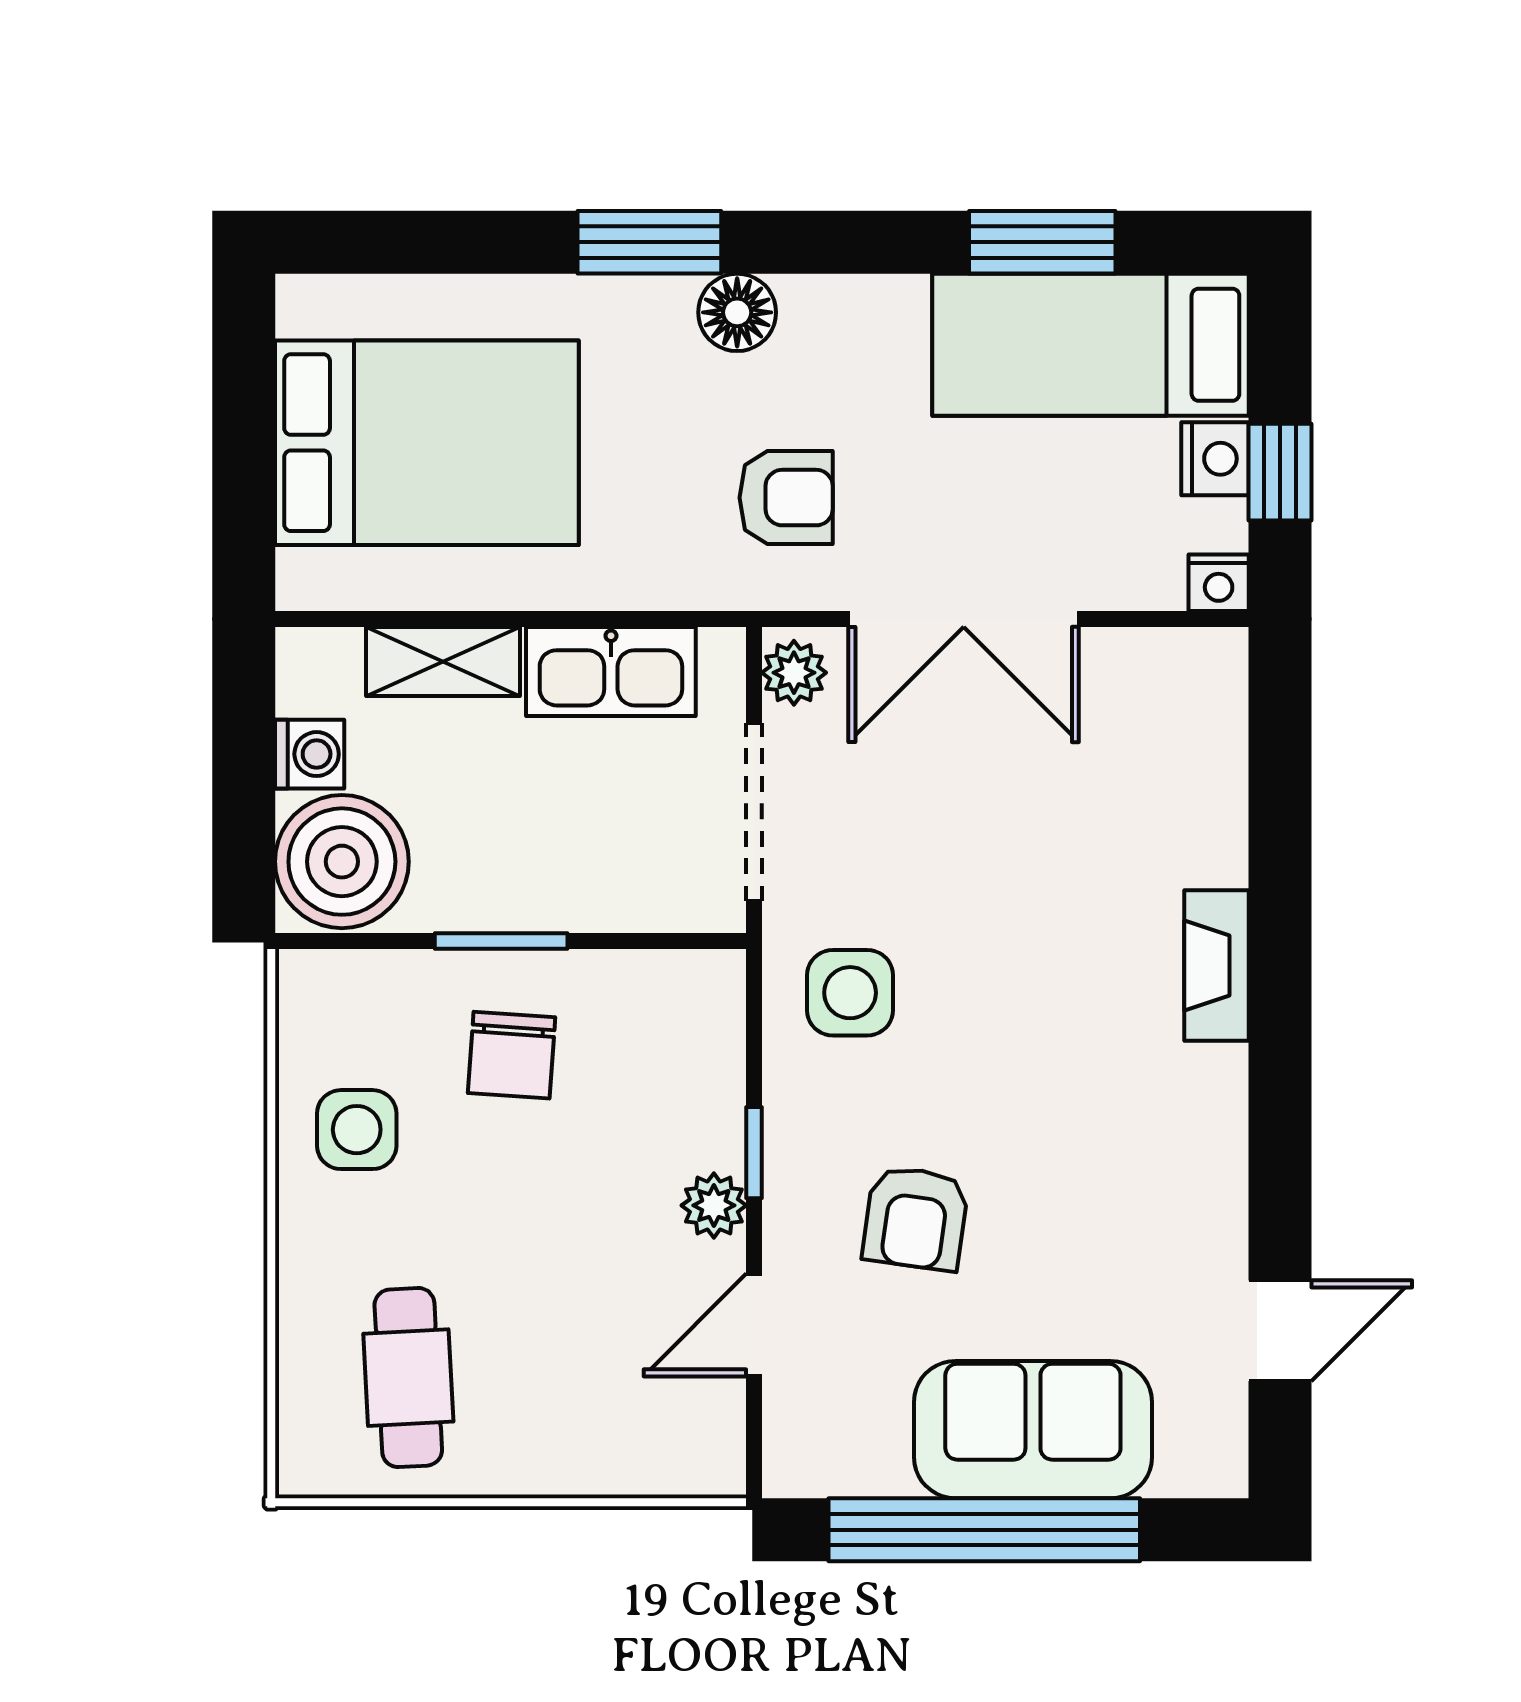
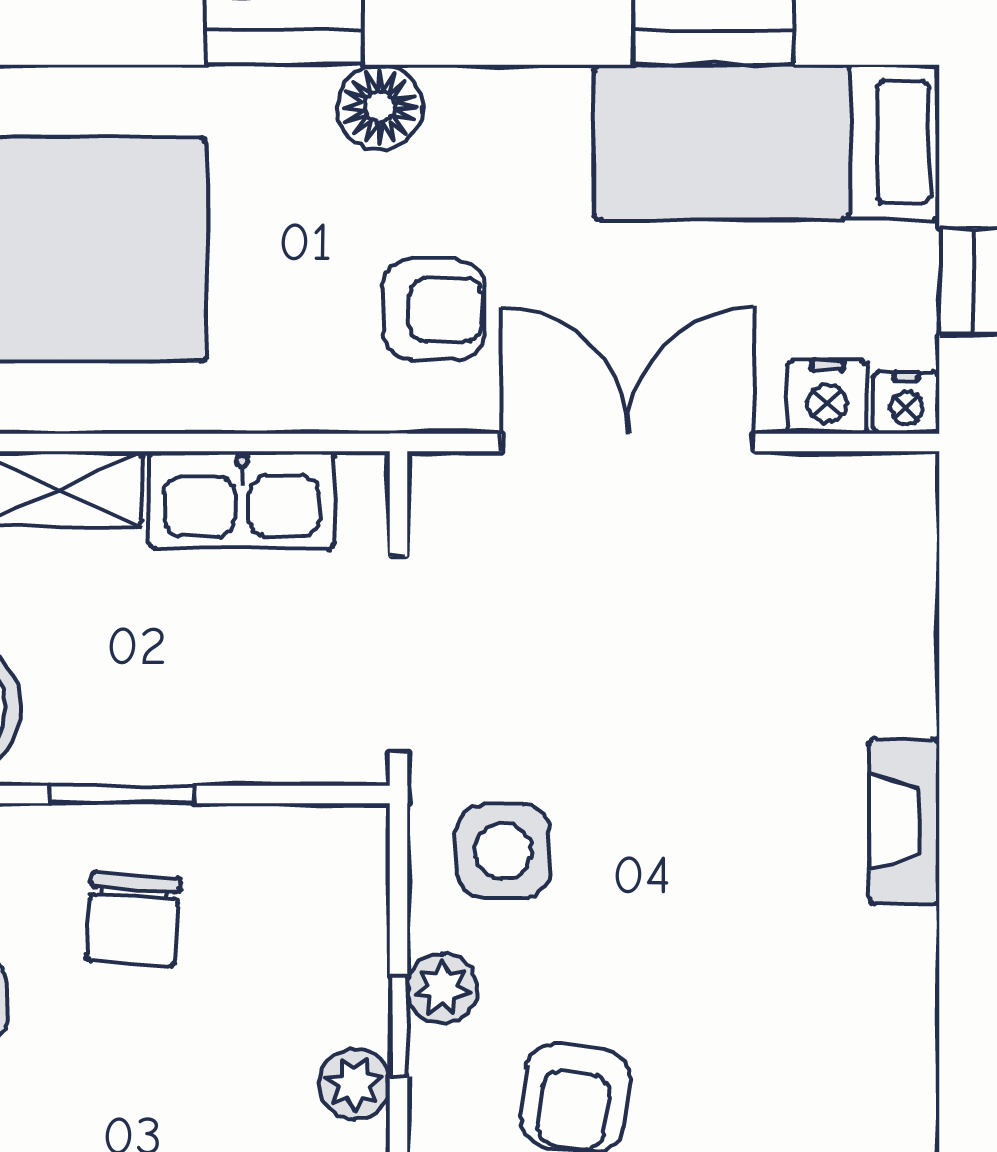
nightstand: (1215, 459) -> (827, 397), moved, turned 90
double door: (964, 619) -> (628, 442), swing flipped
plant: (794, 673) -> (442, 988), moved

